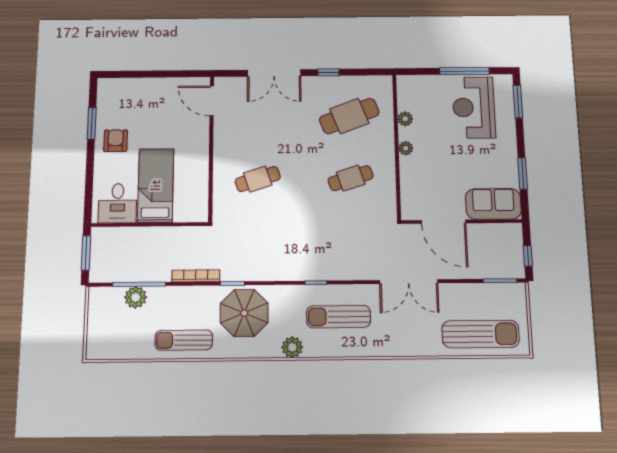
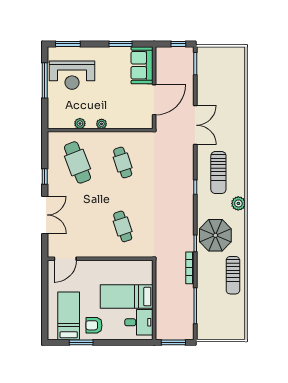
bed: (130, 106) -> (69, 316), added
plant: (136, 297) -> (204, 308), removed
sun lounger: (481, 334) -> (231, 79), removed

